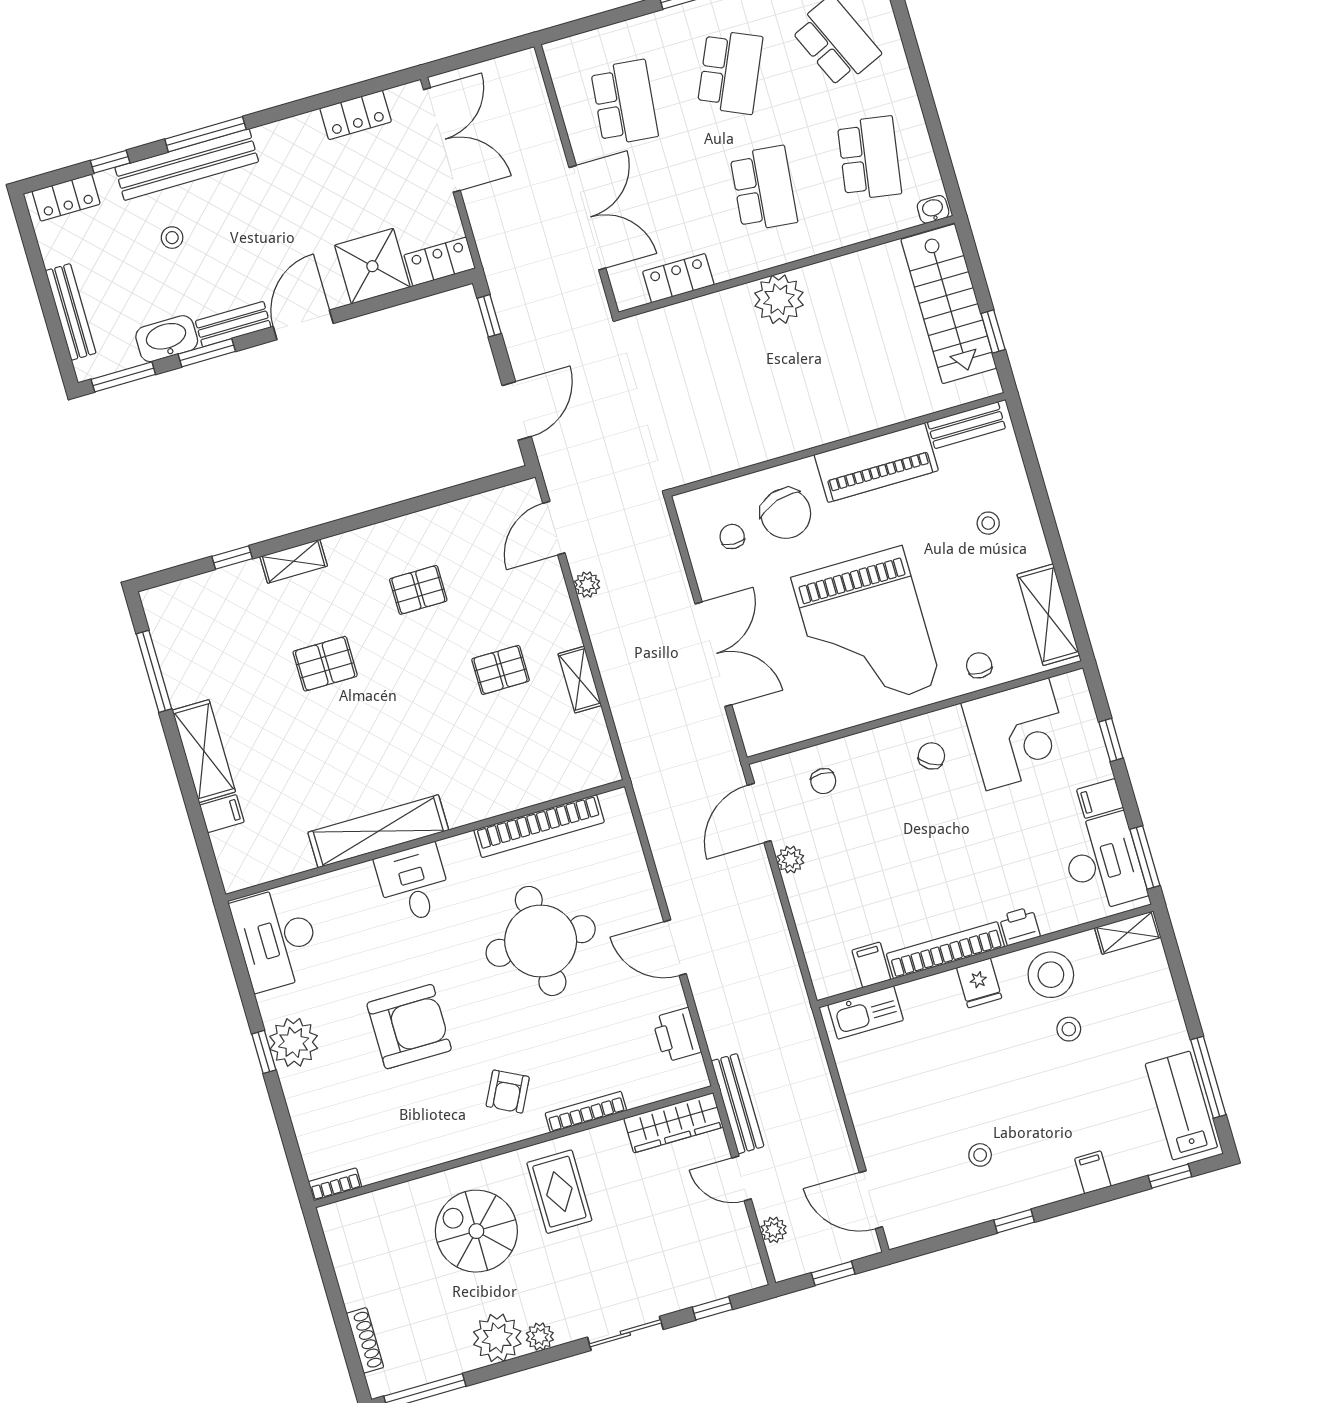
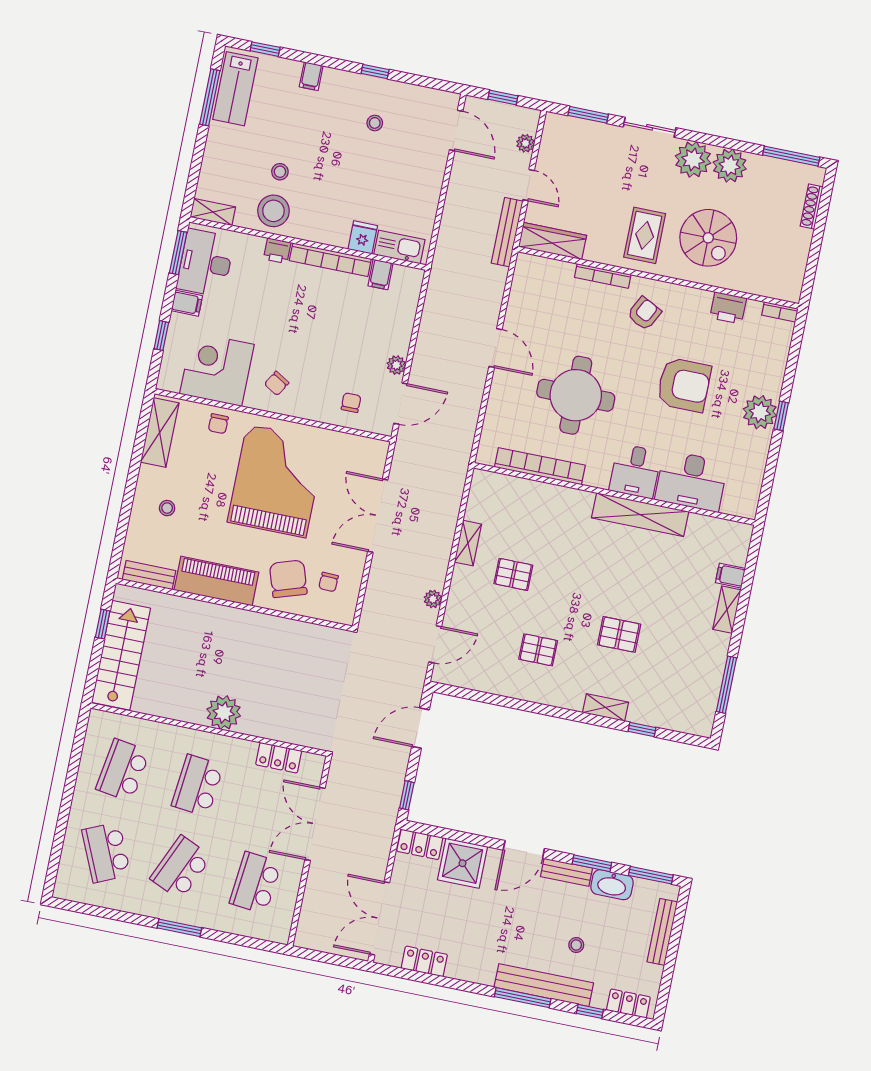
washbasin: (933, 209) -> (100, 718), removed
shelving: (204, 751) -> (727, 610), width x0.67, depth x0.75
desk: (277, 939) -> (691, 481), moved, turned 90
fridge: (979, 983) -> (363, 237), moved
armchair: (409, 1027) -> (684, 385), turned 180
printer: (677, 1035) -> (728, 308), moved, turned 90
window: (712, 1308) -> (588, 115), width x1.50
plant: (540, 1337) -> (693, 159), width x1.87, depth x1.87

